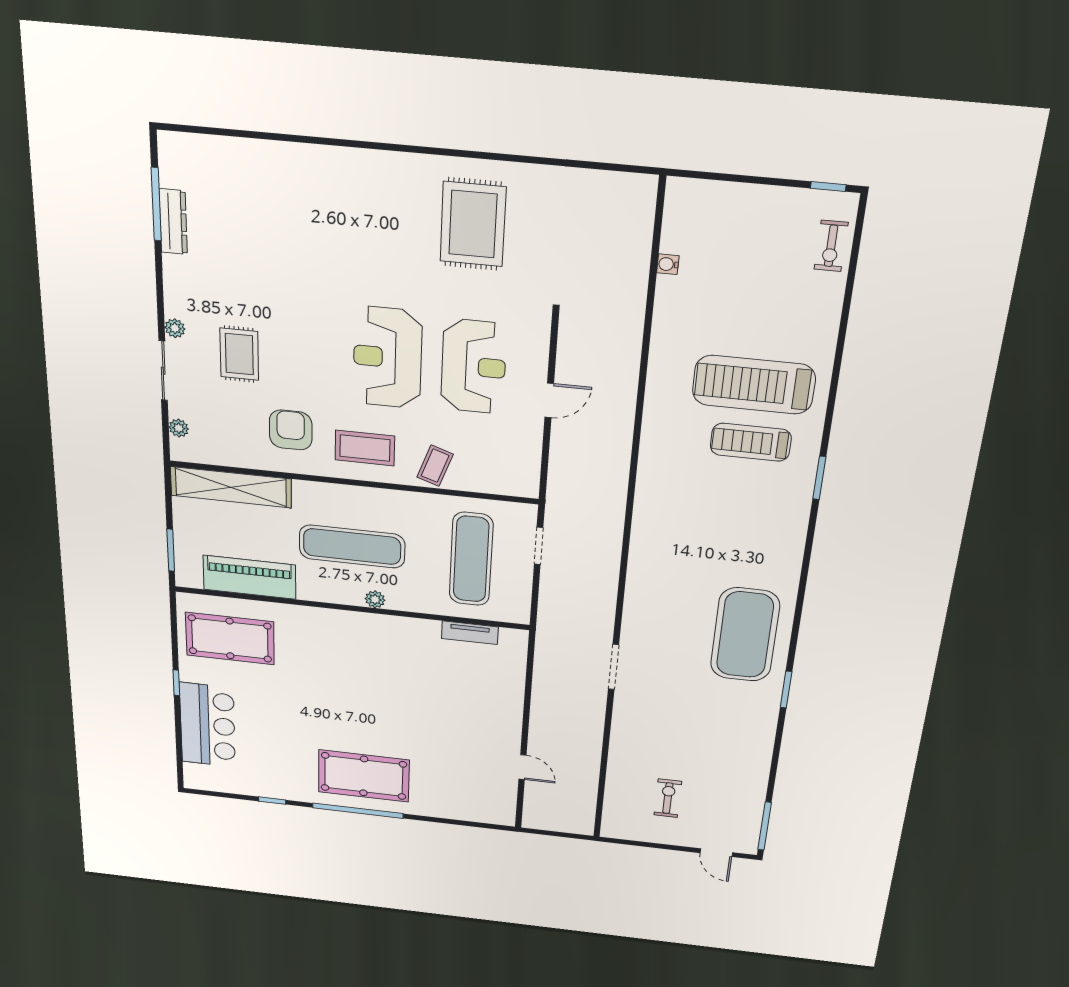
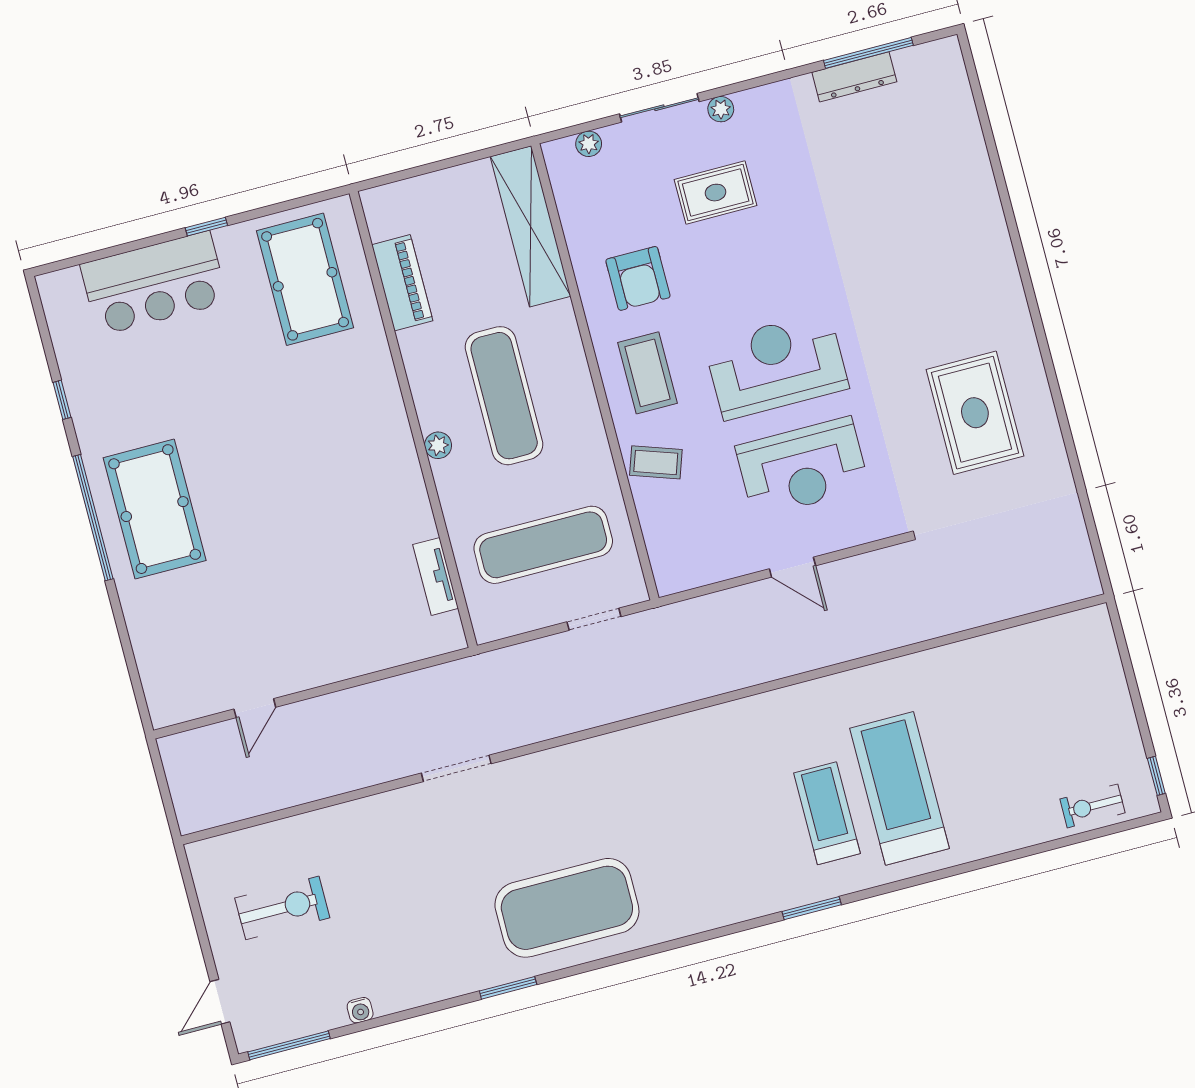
rug: (473, 224) -> (975, 413), turned 90
water cooler: (668, 264) -> (360, 1010), moved, turned 180
armchair: (291, 430) -> (638, 278), turned 90
window: (171, 550) -> (410, 173), removed
piano: (249, 577) -> (402, 283), width x0.73, depth x0.75
exercise bike: (668, 798) -> (282, 908), width x1.38, depth x1.39

